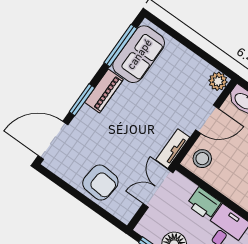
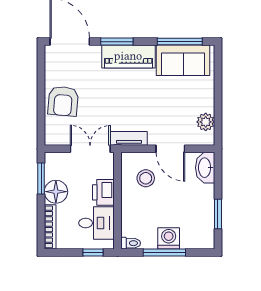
plant: (218, 81) -> (206, 122), moved
piano: (104, 91) -> (128, 56), width x1.37, depth x1.33
stool: (202, 159) -> (146, 178), moved

